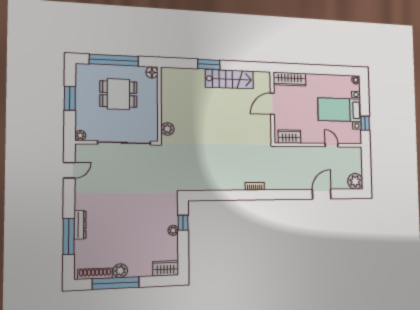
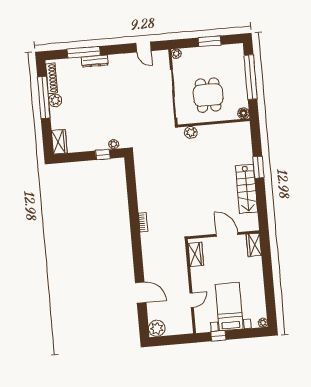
wardrobe: (290, 79) -> (254, 245), width x0.67
dining table: (118, 94) -> (208, 95), moved
plant: (173, 230) -> (114, 144), moved

